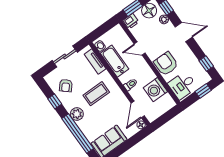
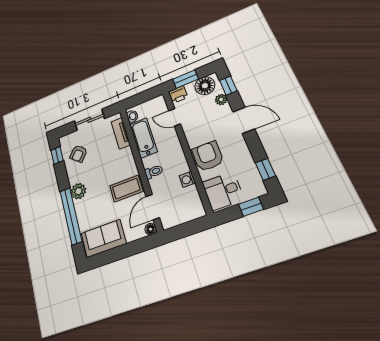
door: (140, 49) -> (175, 117), moved
washing machine: (155, 90) -> (187, 179), width x0.53, depth x0.53
coffee table: (96, 94) -> (126, 189), moved
window: (55, 101) -> (57, 155), moved

